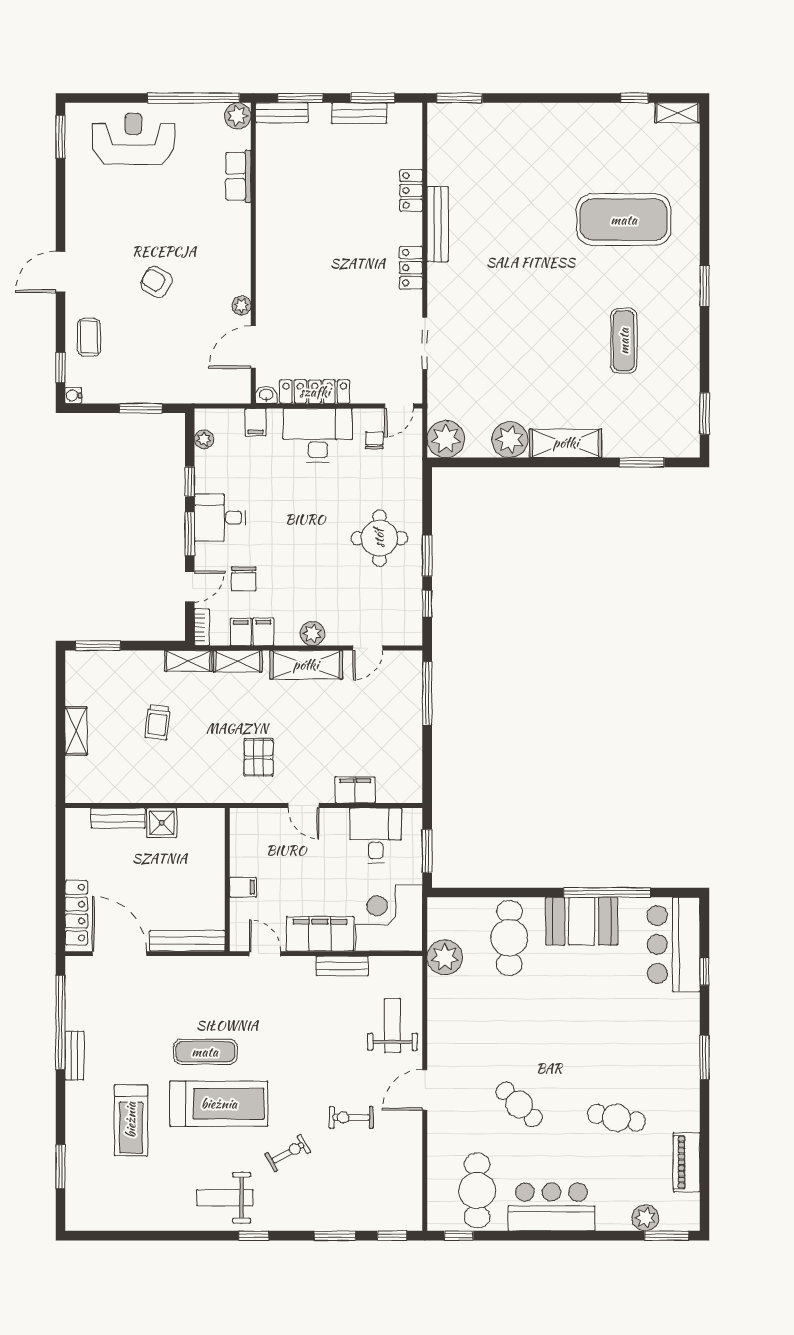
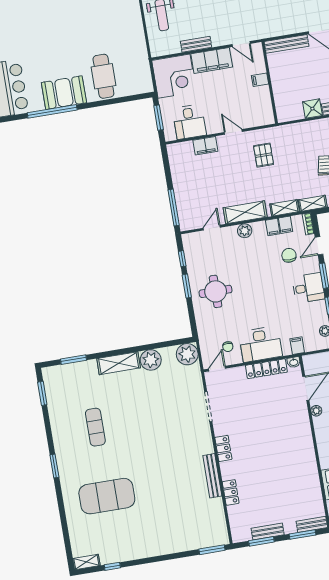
plant: (445, 957) -> (138, 59), removed

